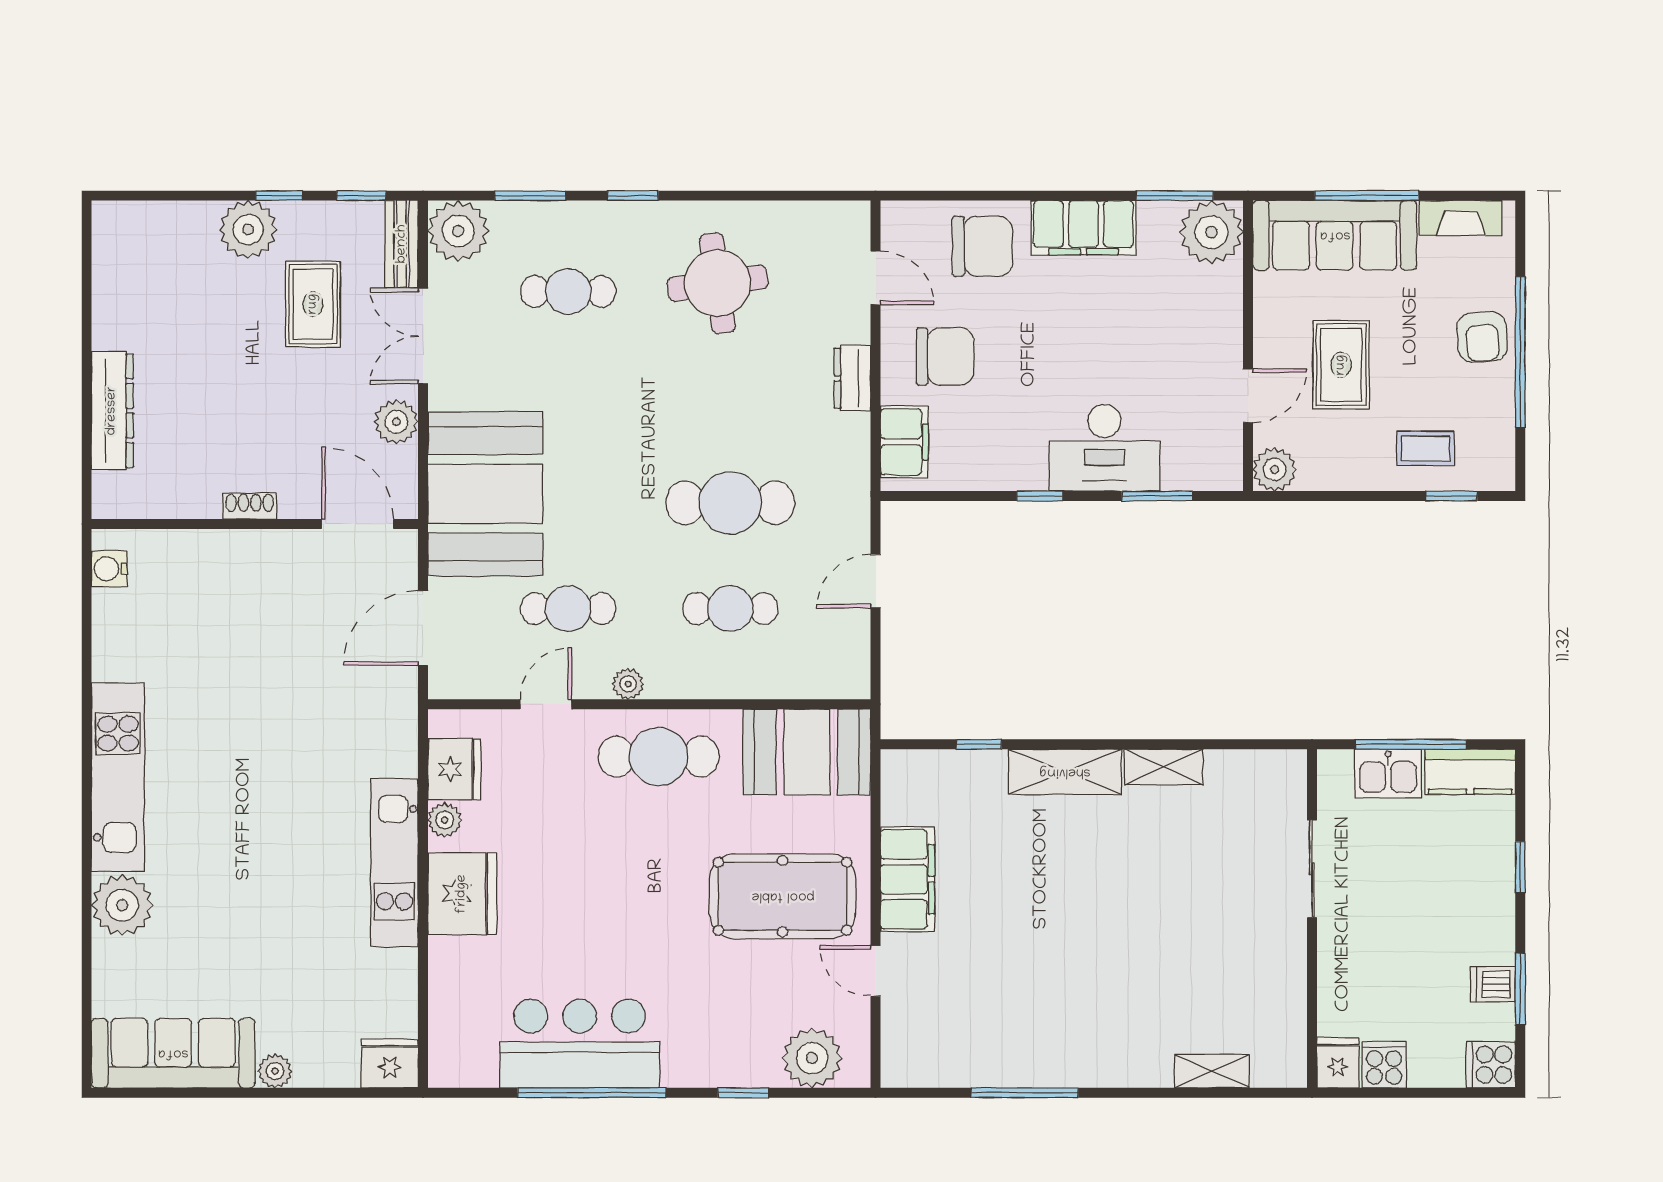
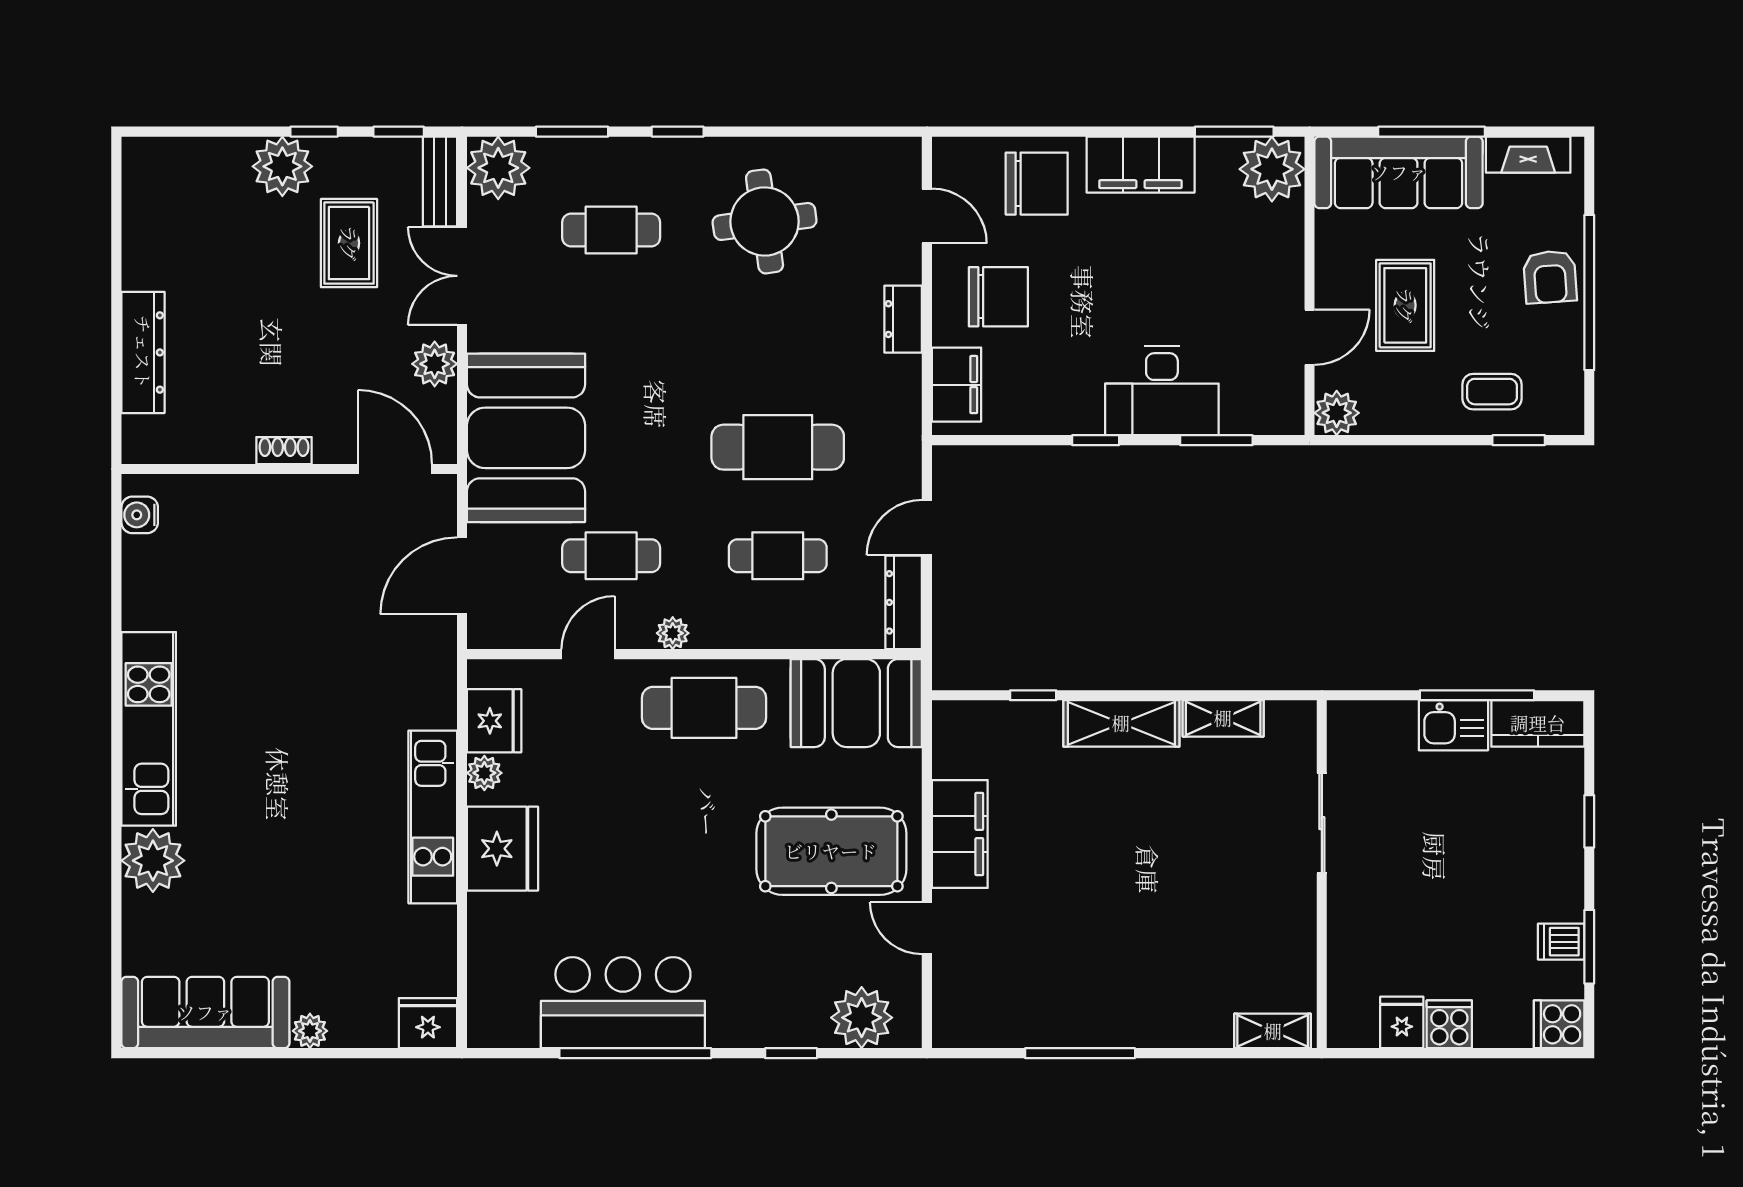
dresser: (853, 654) -> (904, 602), added
sliding door: (1312, 869) -> (1322, 823), moved
wall: (1312, 918) -> (1322, 874), moved

